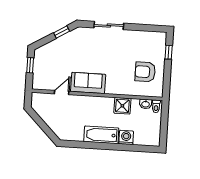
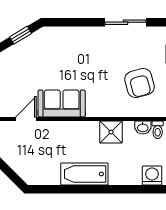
sliding door: (109, 25) -> (126, 22), moved
armchair: (145, 72) -> (139, 83), turned -105
washing machine: (126, 137) -> (152, 176), moved

